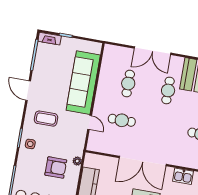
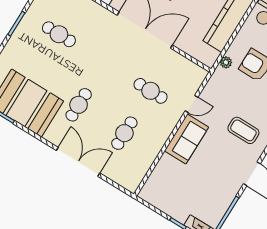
sofa: (83, 83) -> (186, 139), width x0.54, depth x0.79
door: (90, 122) -> (191, 104), swing flipped

